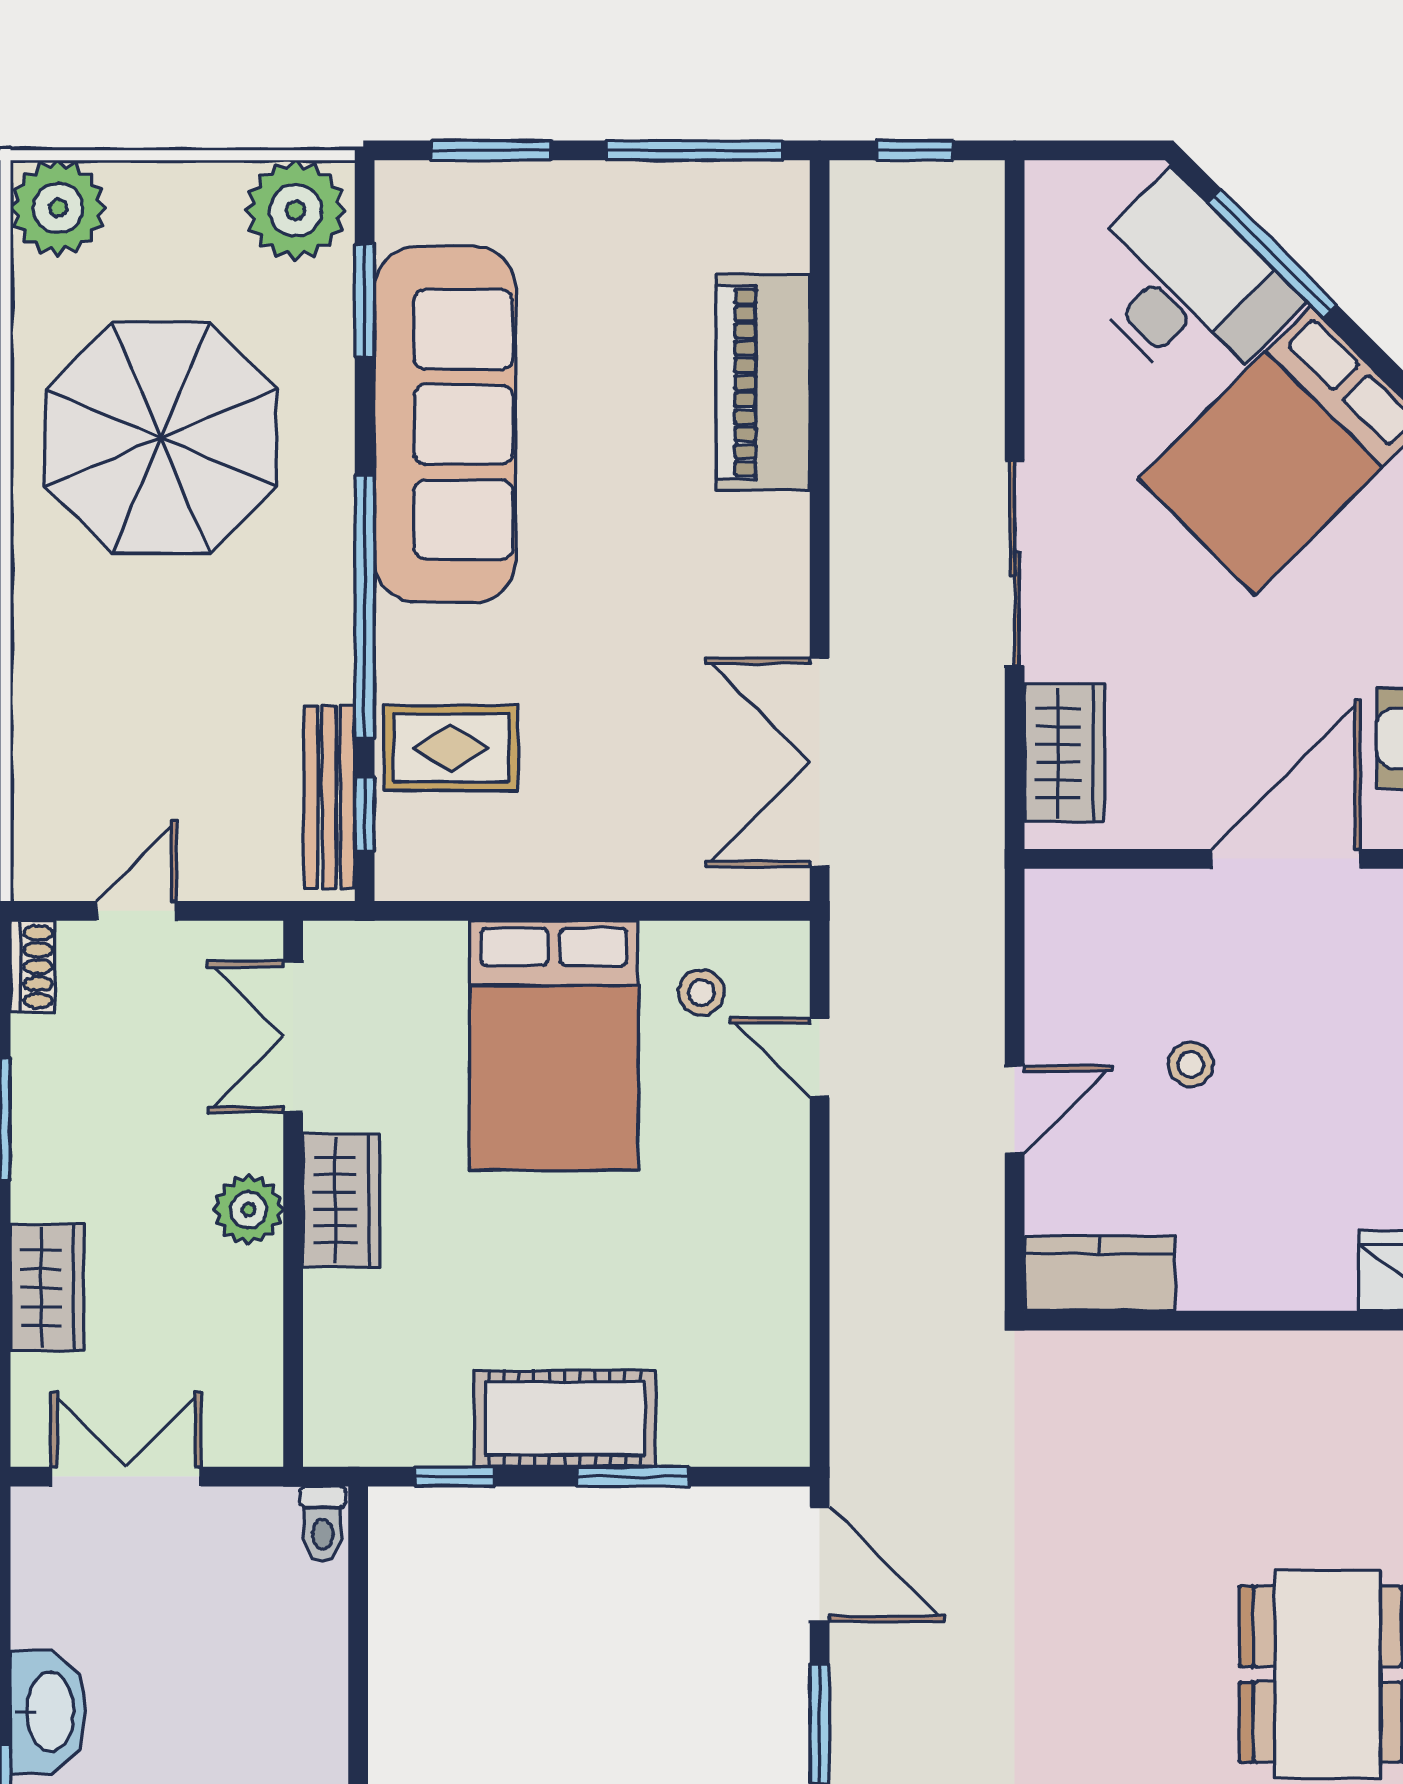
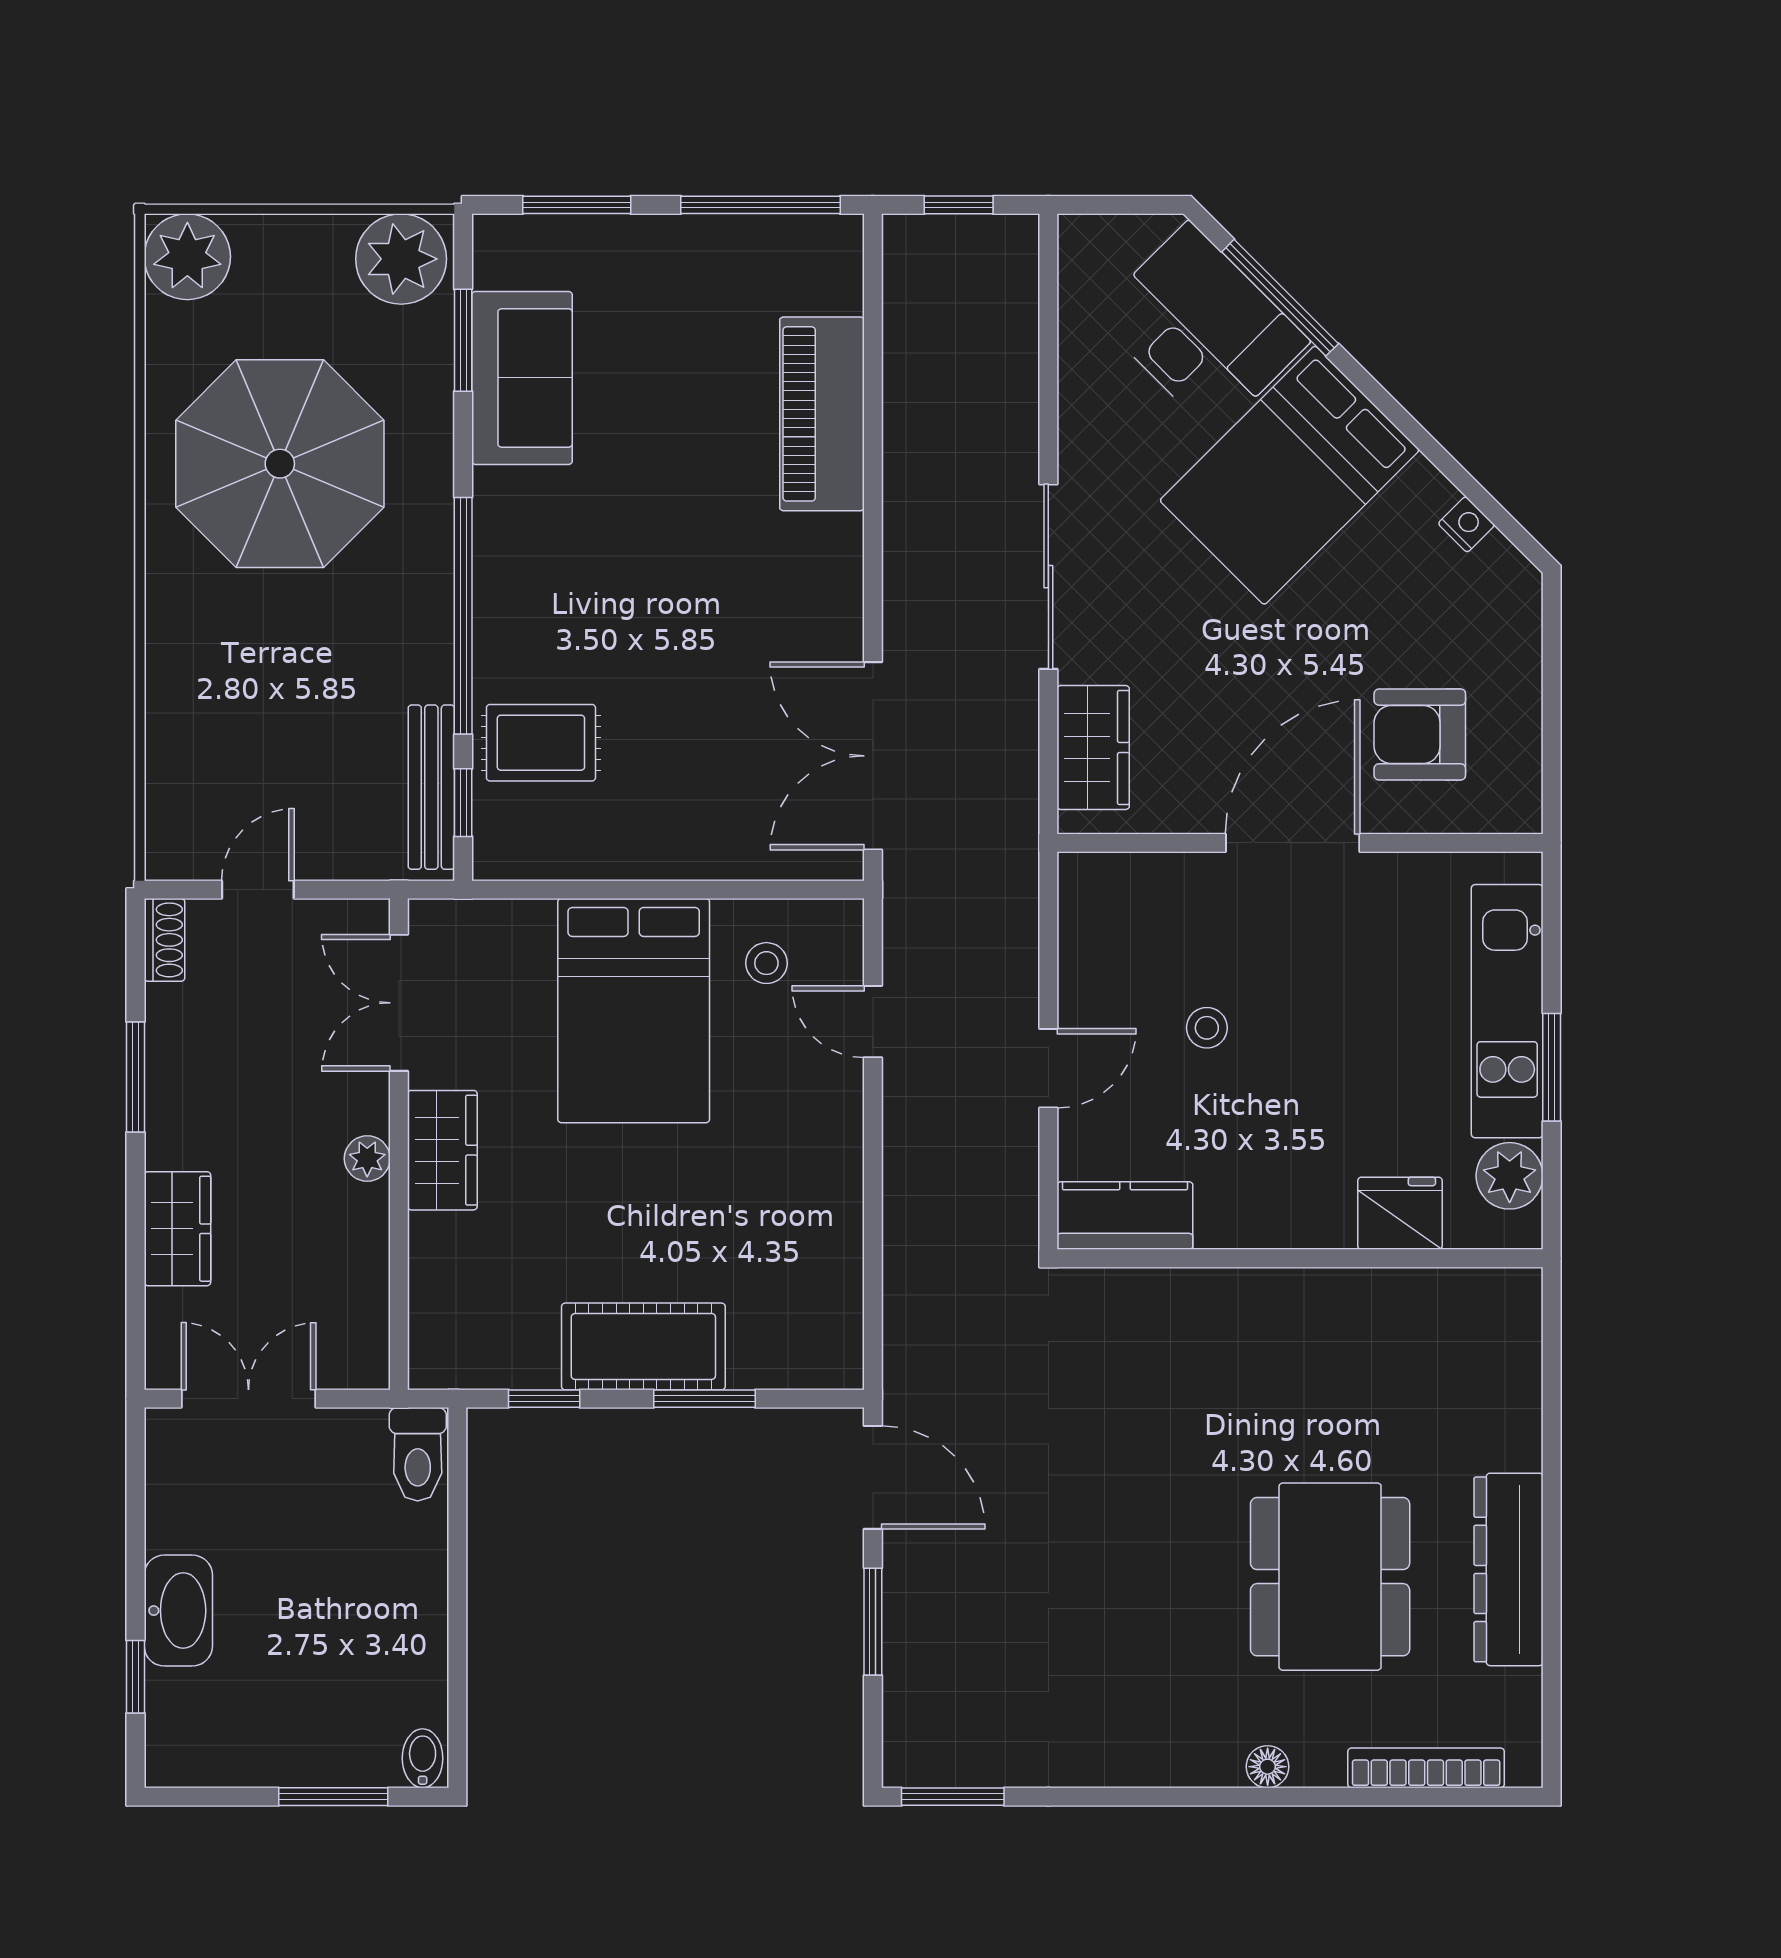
sofa: (445, 424) -> (522, 378), width x0.54, depth x0.79
plant: (248, 1210) -> (367, 1159), width x0.73, depth x0.73
toilet: (323, 1524) -> (418, 1454), width x1.37, depth x1.39

